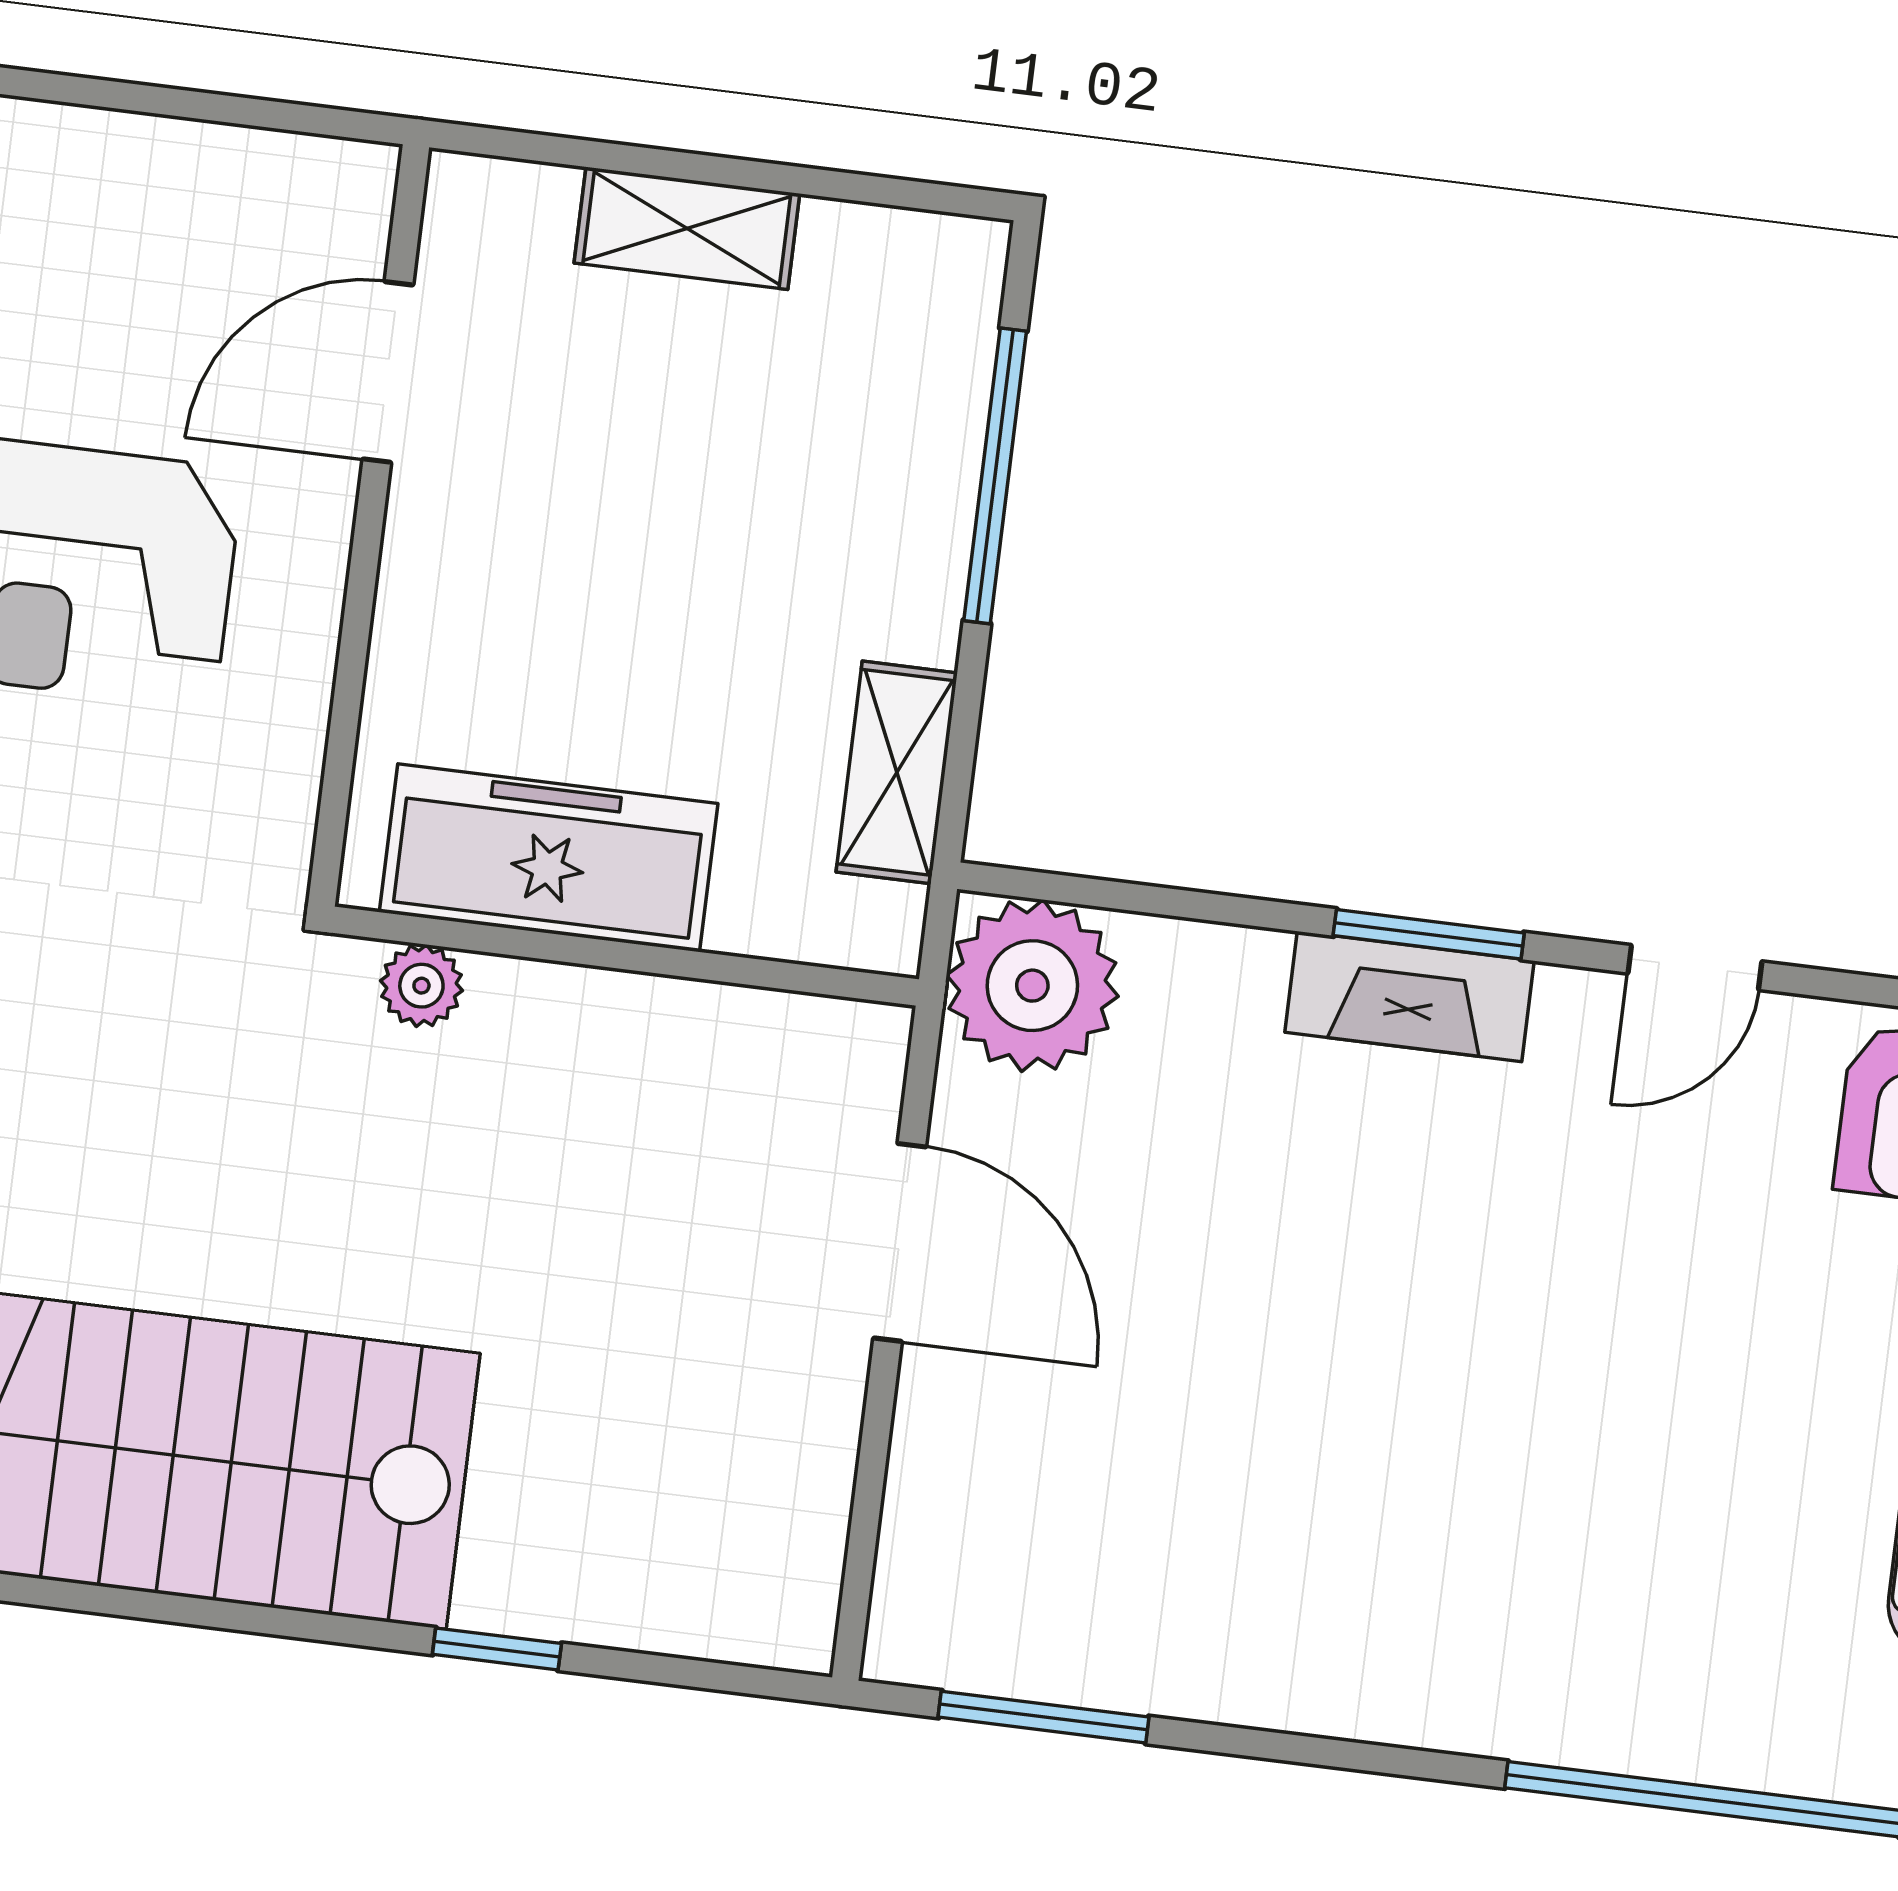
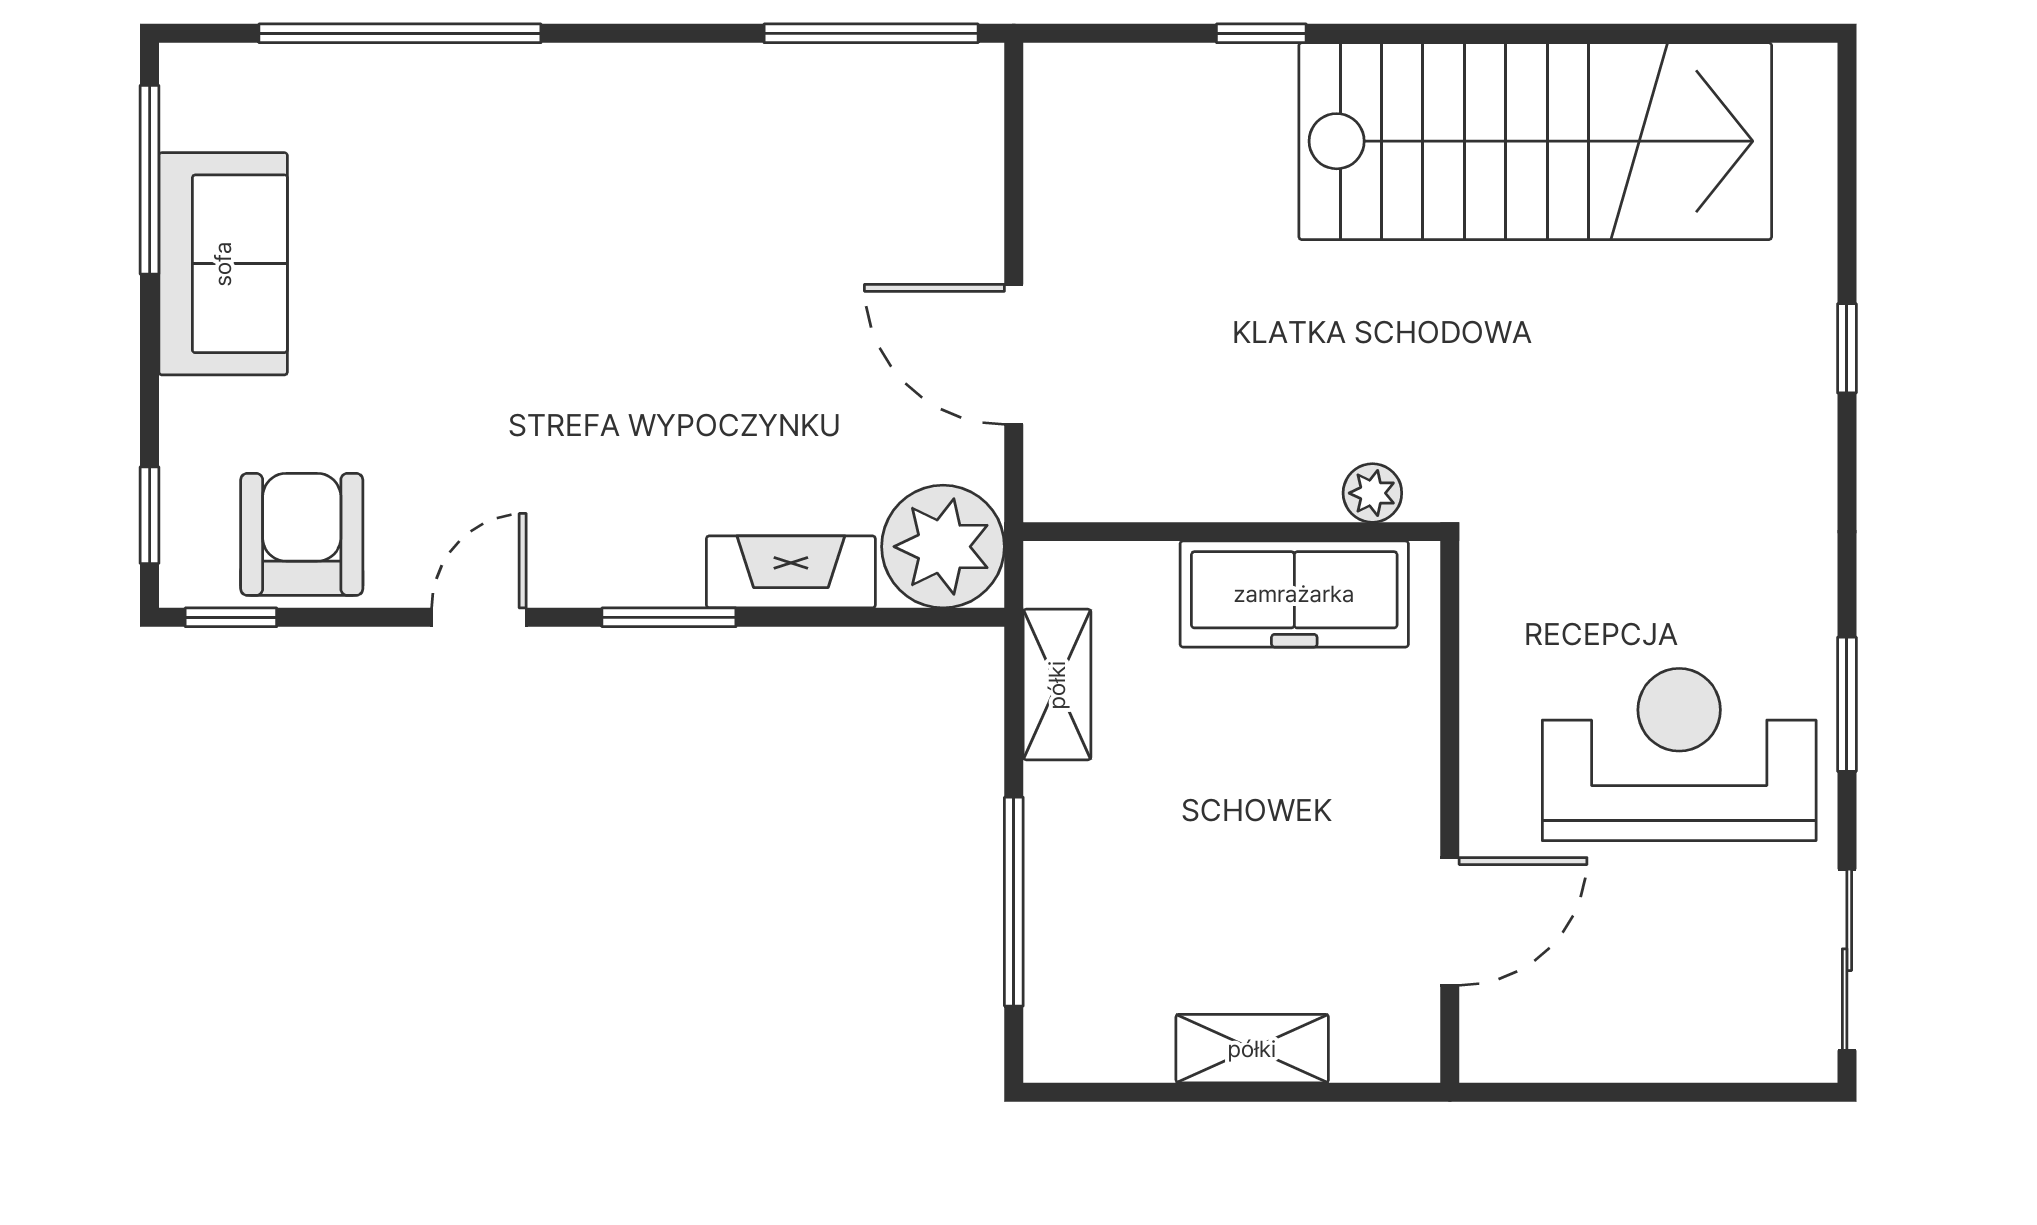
fireplace: (1409, 997) -> (791, 572), moved
window: (1044, 1717) -> (871, 33), width x1.44

